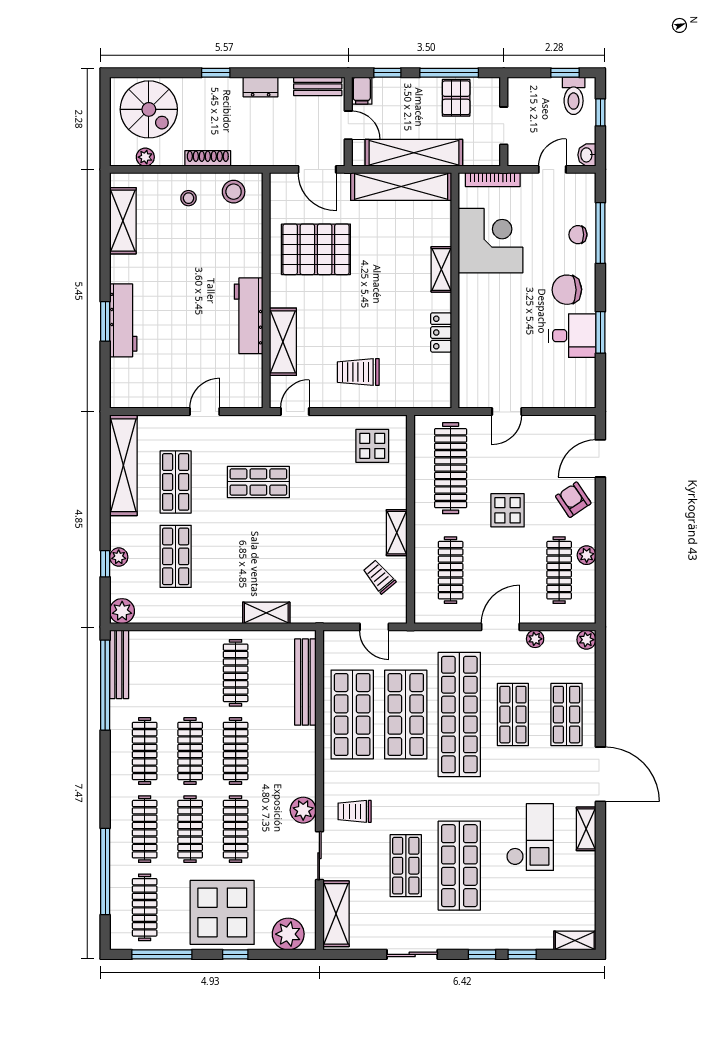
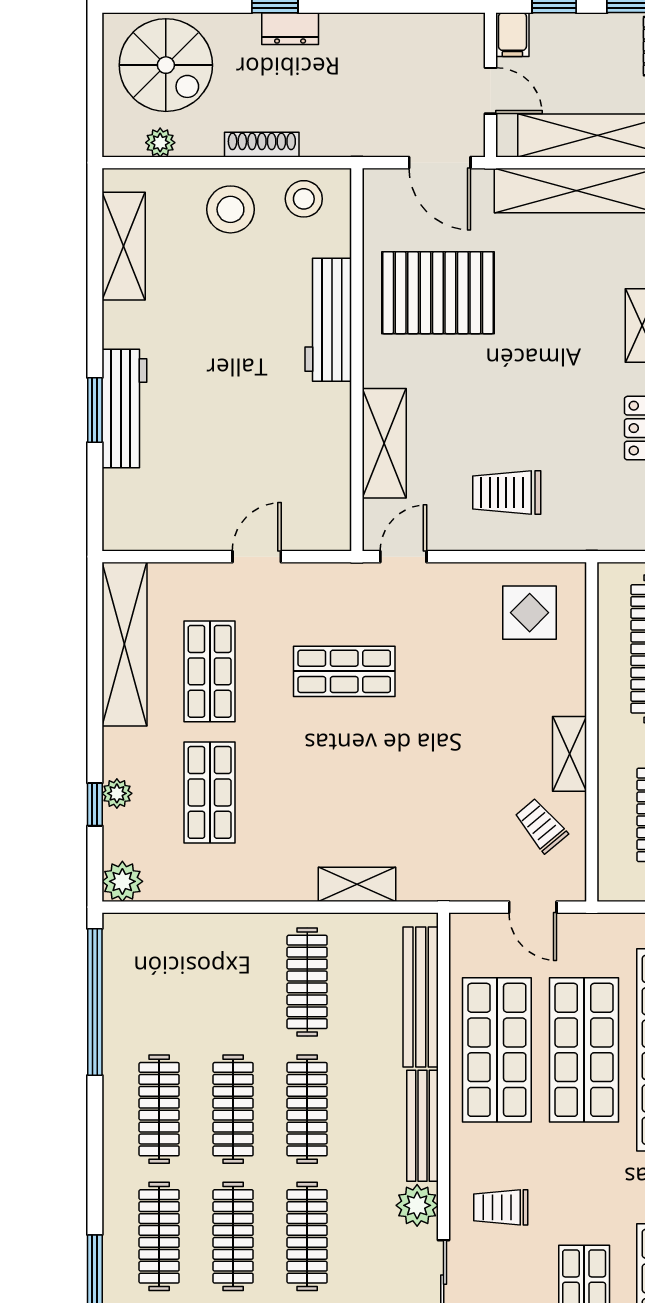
bench: (318, 86) -> (441, 28), removed
dresser: (261, 87) -> (290, 29), moved
stool: (188, 198) -> (230, 209), width x1.89, depth x1.89
workbench: (249, 316) -> (328, 320), moved
bench: (119, 664) -> (423, 1126), moved

